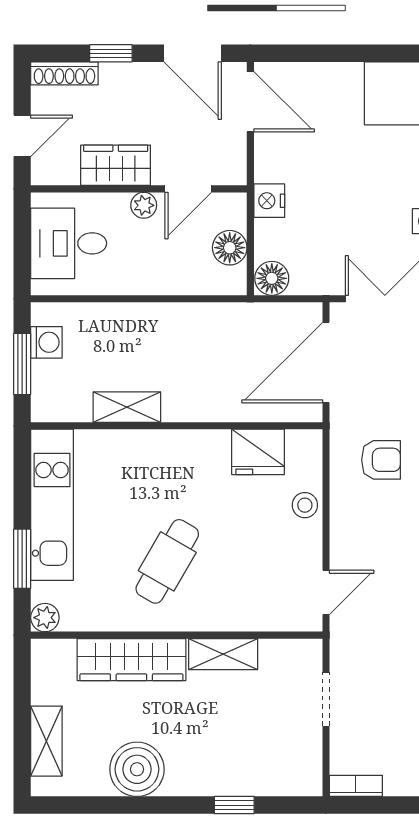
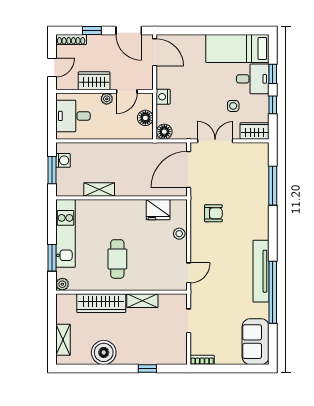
cafe table: (167, 561) -> (117, 259), turned -30

